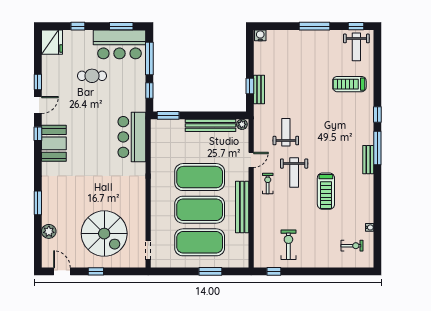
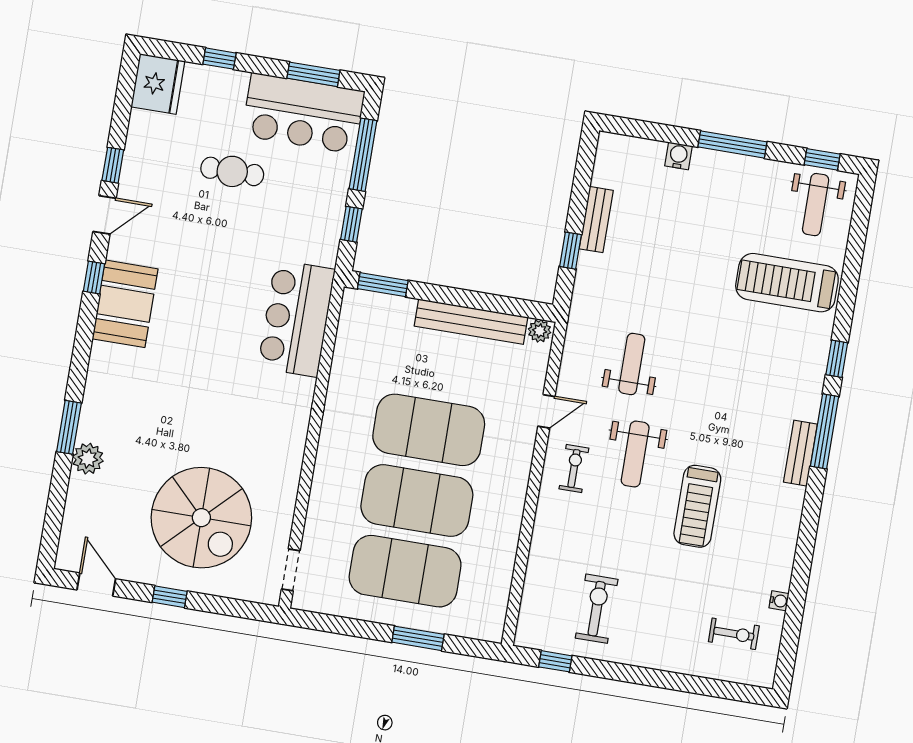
water cooler: (260, 35) -> (678, 156), moved
treadmill: (349, 84) -> (787, 283), width x1.37, depth x1.38
bench: (259, 89) -> (596, 220), moved
bench: (242, 207) -> (510, 510), removed
plant: (49, 231) -> (88, 459), moved

